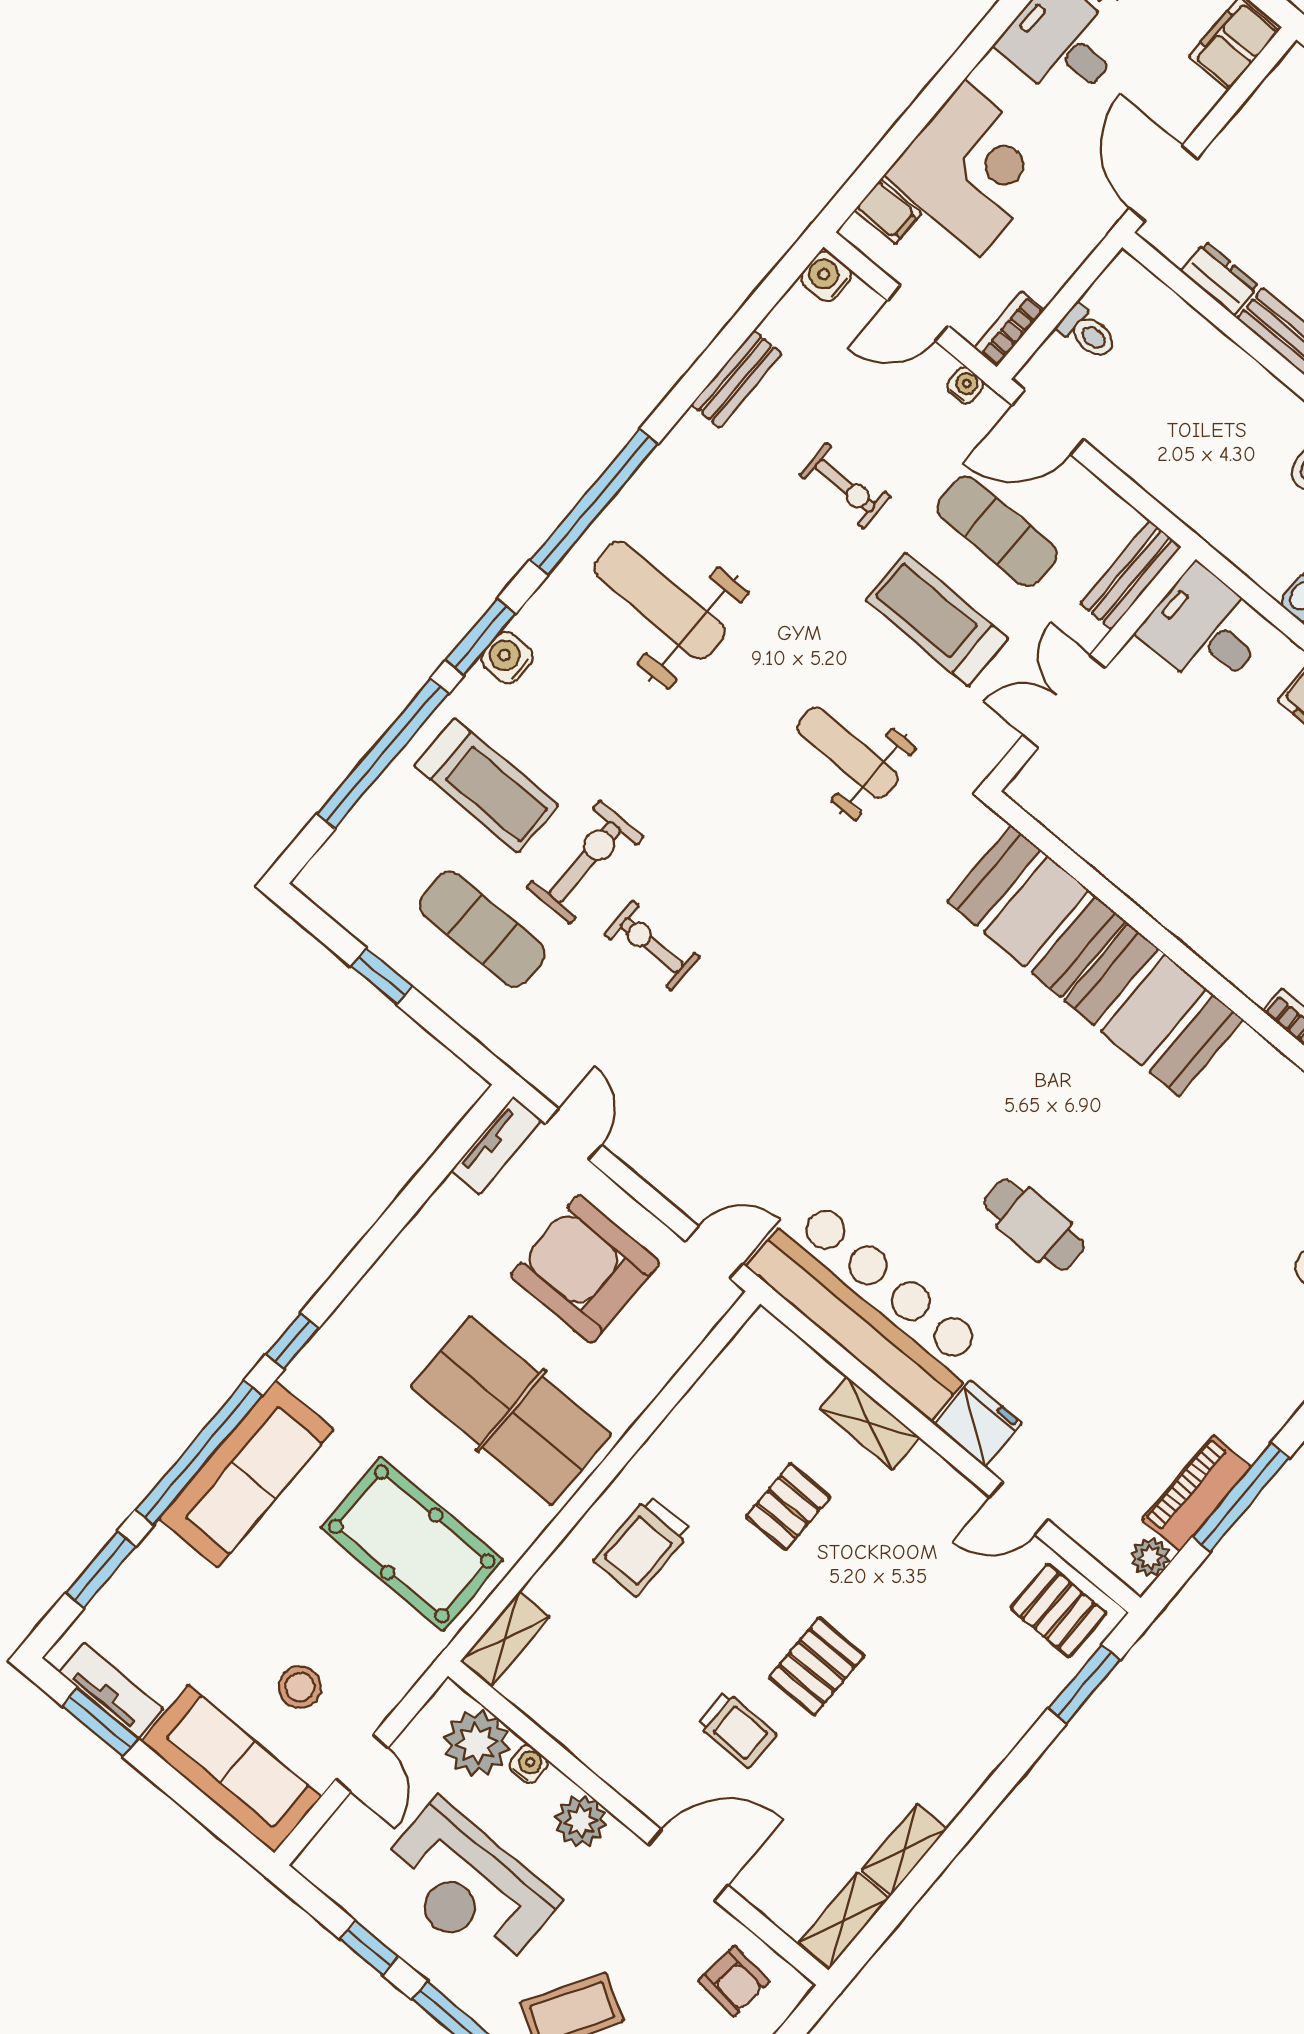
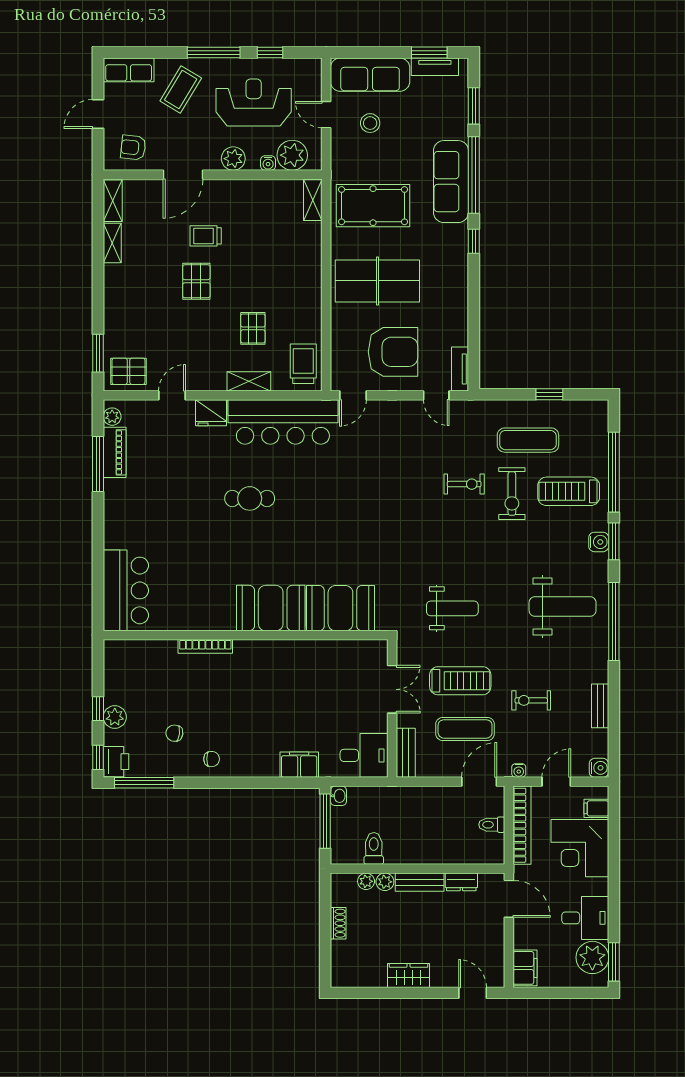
bookcase: (1009, 329) -> (522, 825), width x2.31, depth x1.31
trolley: (642, 1546) -> (303, 364), moved

